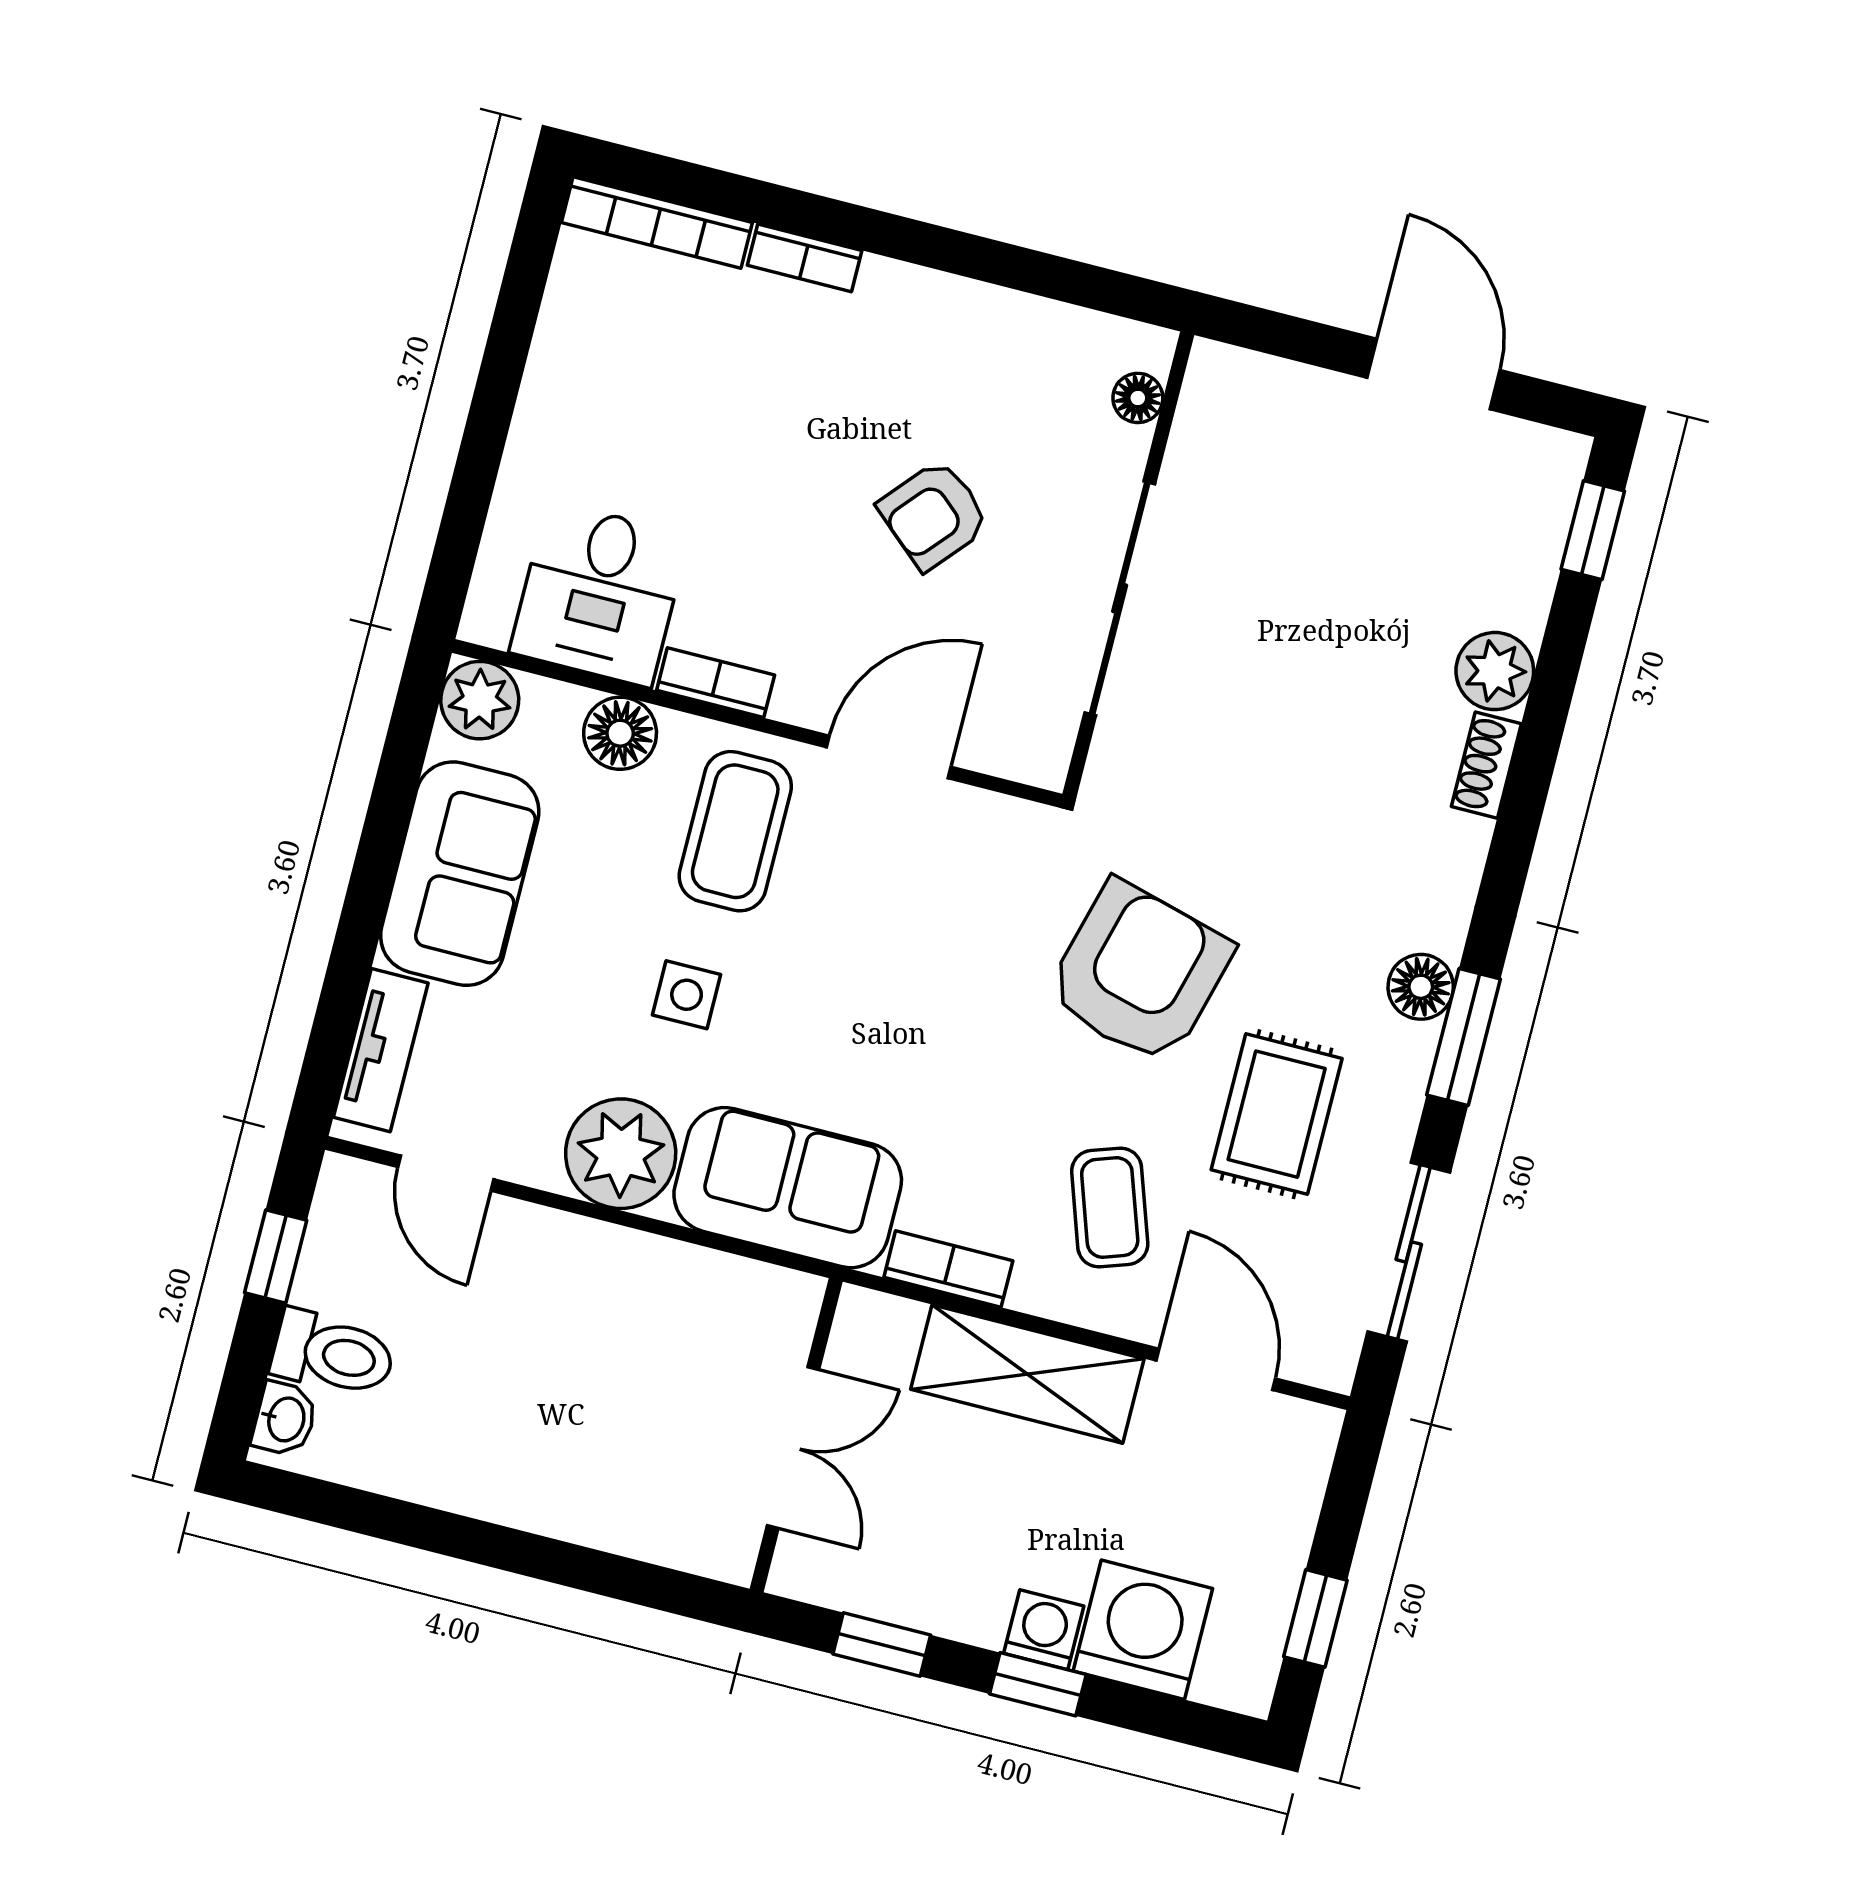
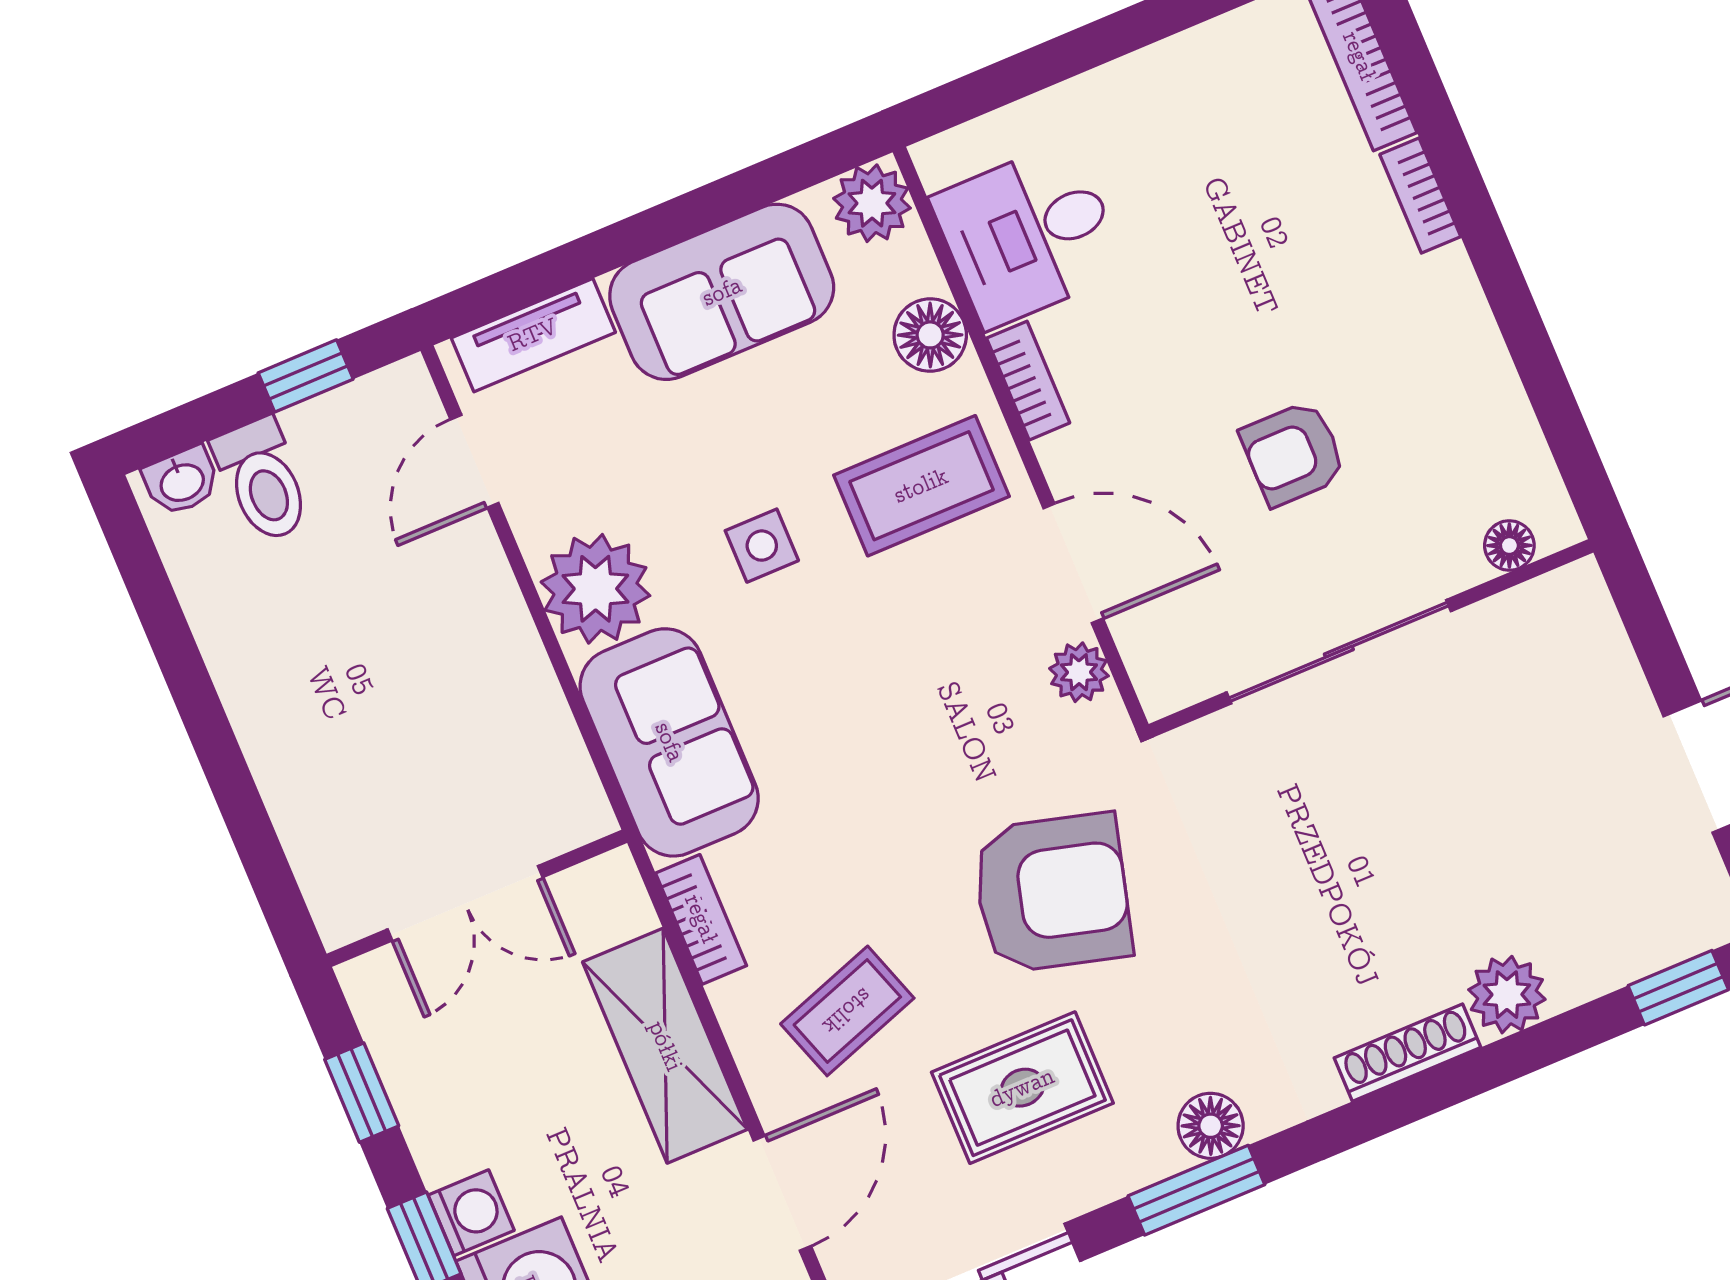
armchair: (934, 515) -> (1293, 453), turned -41
shoe rack: (1486, 765) -> (1408, 1053), width x1.43
plant: (979, 818) -> (1079, 672), added

